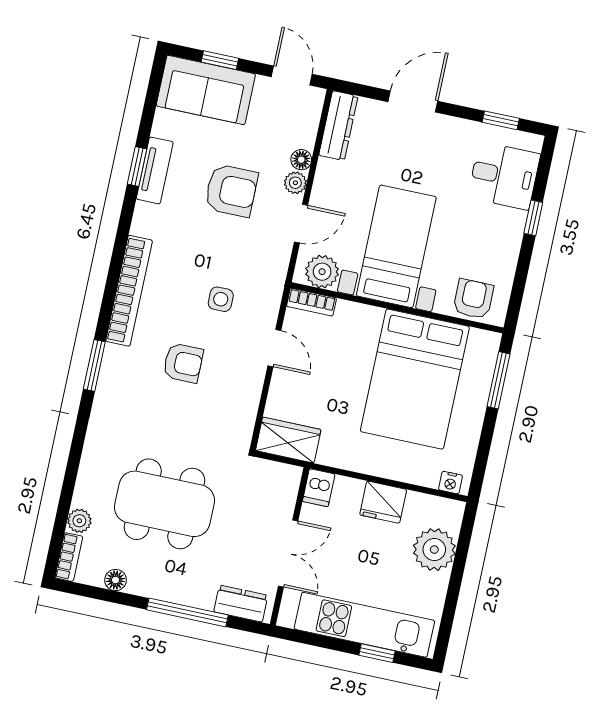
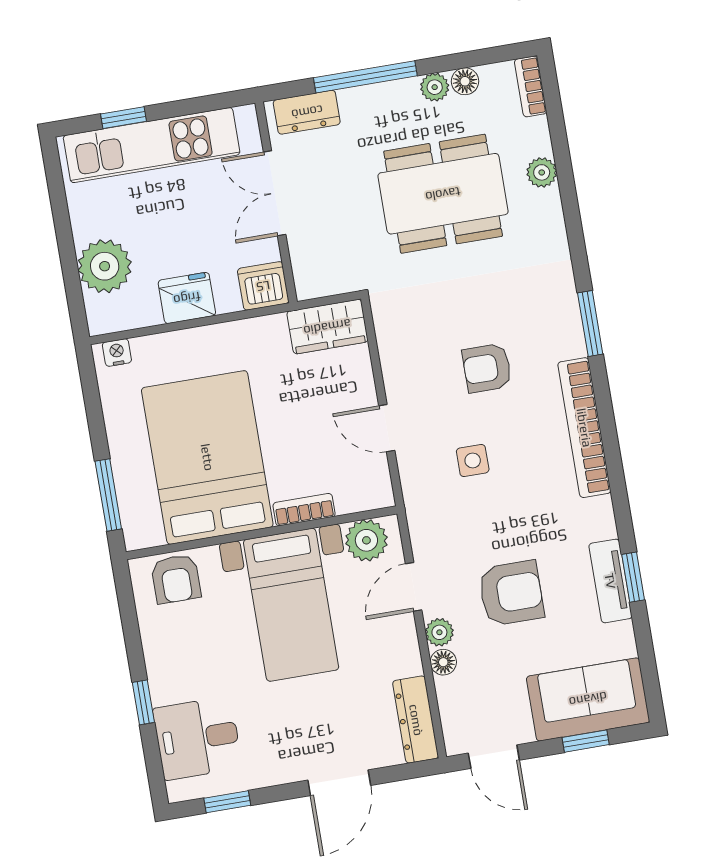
armchair: (231, 191) -> (511, 593), turned 180
bookcase: (311, 302) -> (304, 510), moved
dishwasher: (319, 488) -> (263, 286), width x1.38
plant: (79, 521) -> (542, 172), moved
plant: (139, 585) -> (435, 87), added

